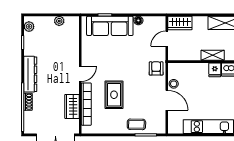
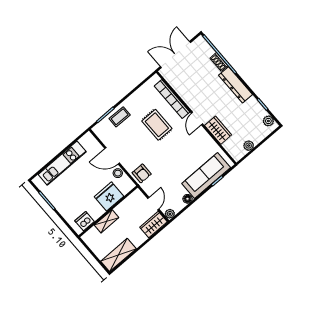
plant: (161, 21) -> (170, 214), added
fridge: (215, 70) -> (109, 196), moved, width x1.88, depth x1.34
wardrobe: (72, 106) -> (218, 130), moved

